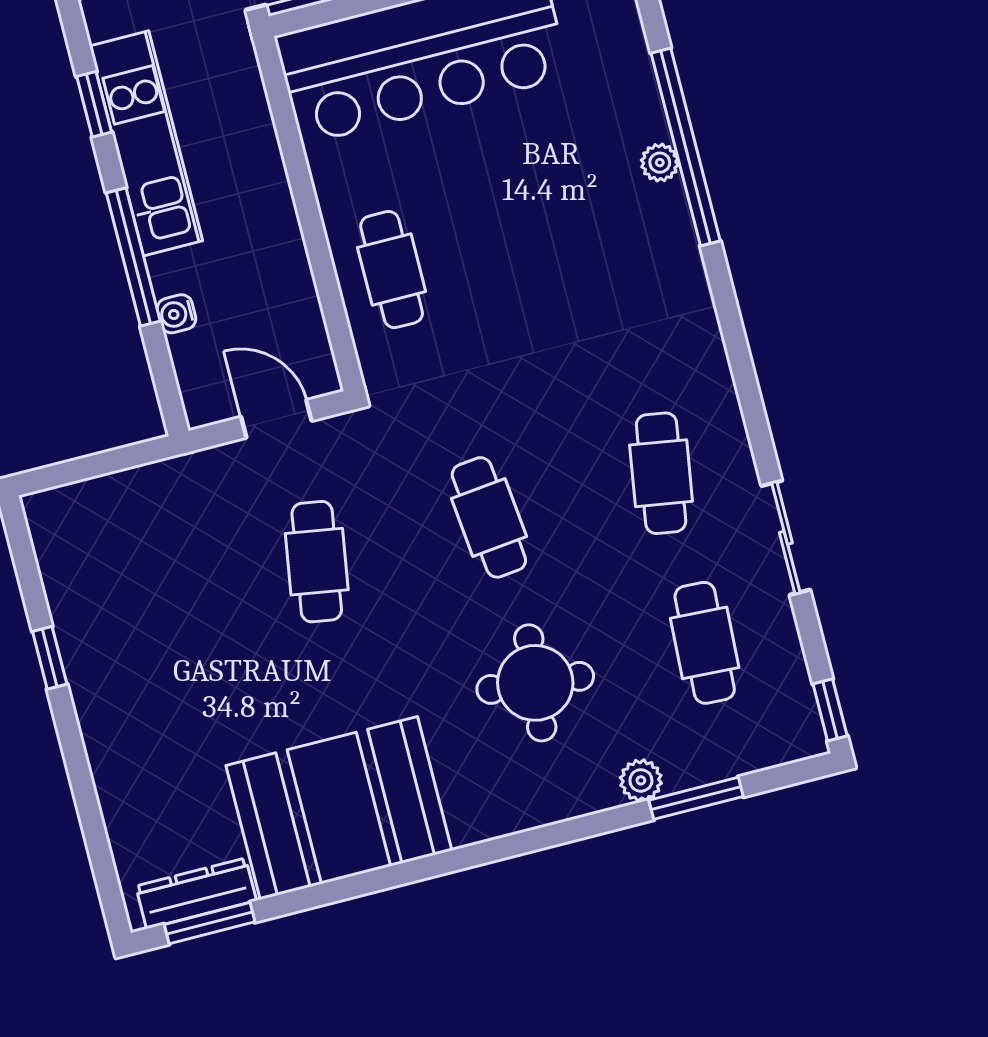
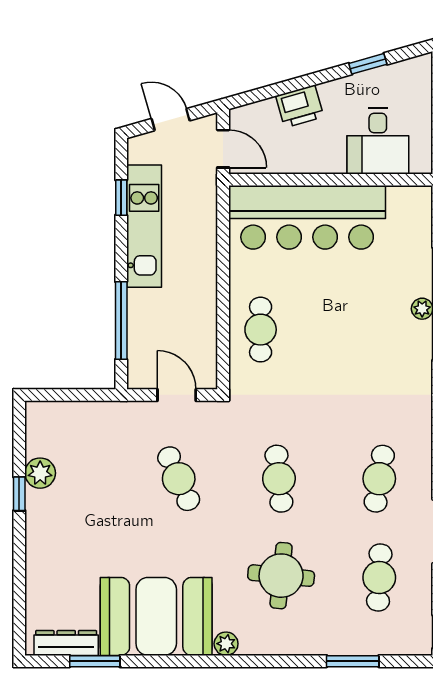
window: (133, 257) -> (121, 321), moved
water cooler: (176, 314) -> (137, 324), removed
cafe table: (317, 562) -> (179, 479), turned -33
plant: (76, 613) -> (40, 473), added
plant: (641, 780) -> (226, 644), moved
window: (210, 923) -> (95, 661), moved

